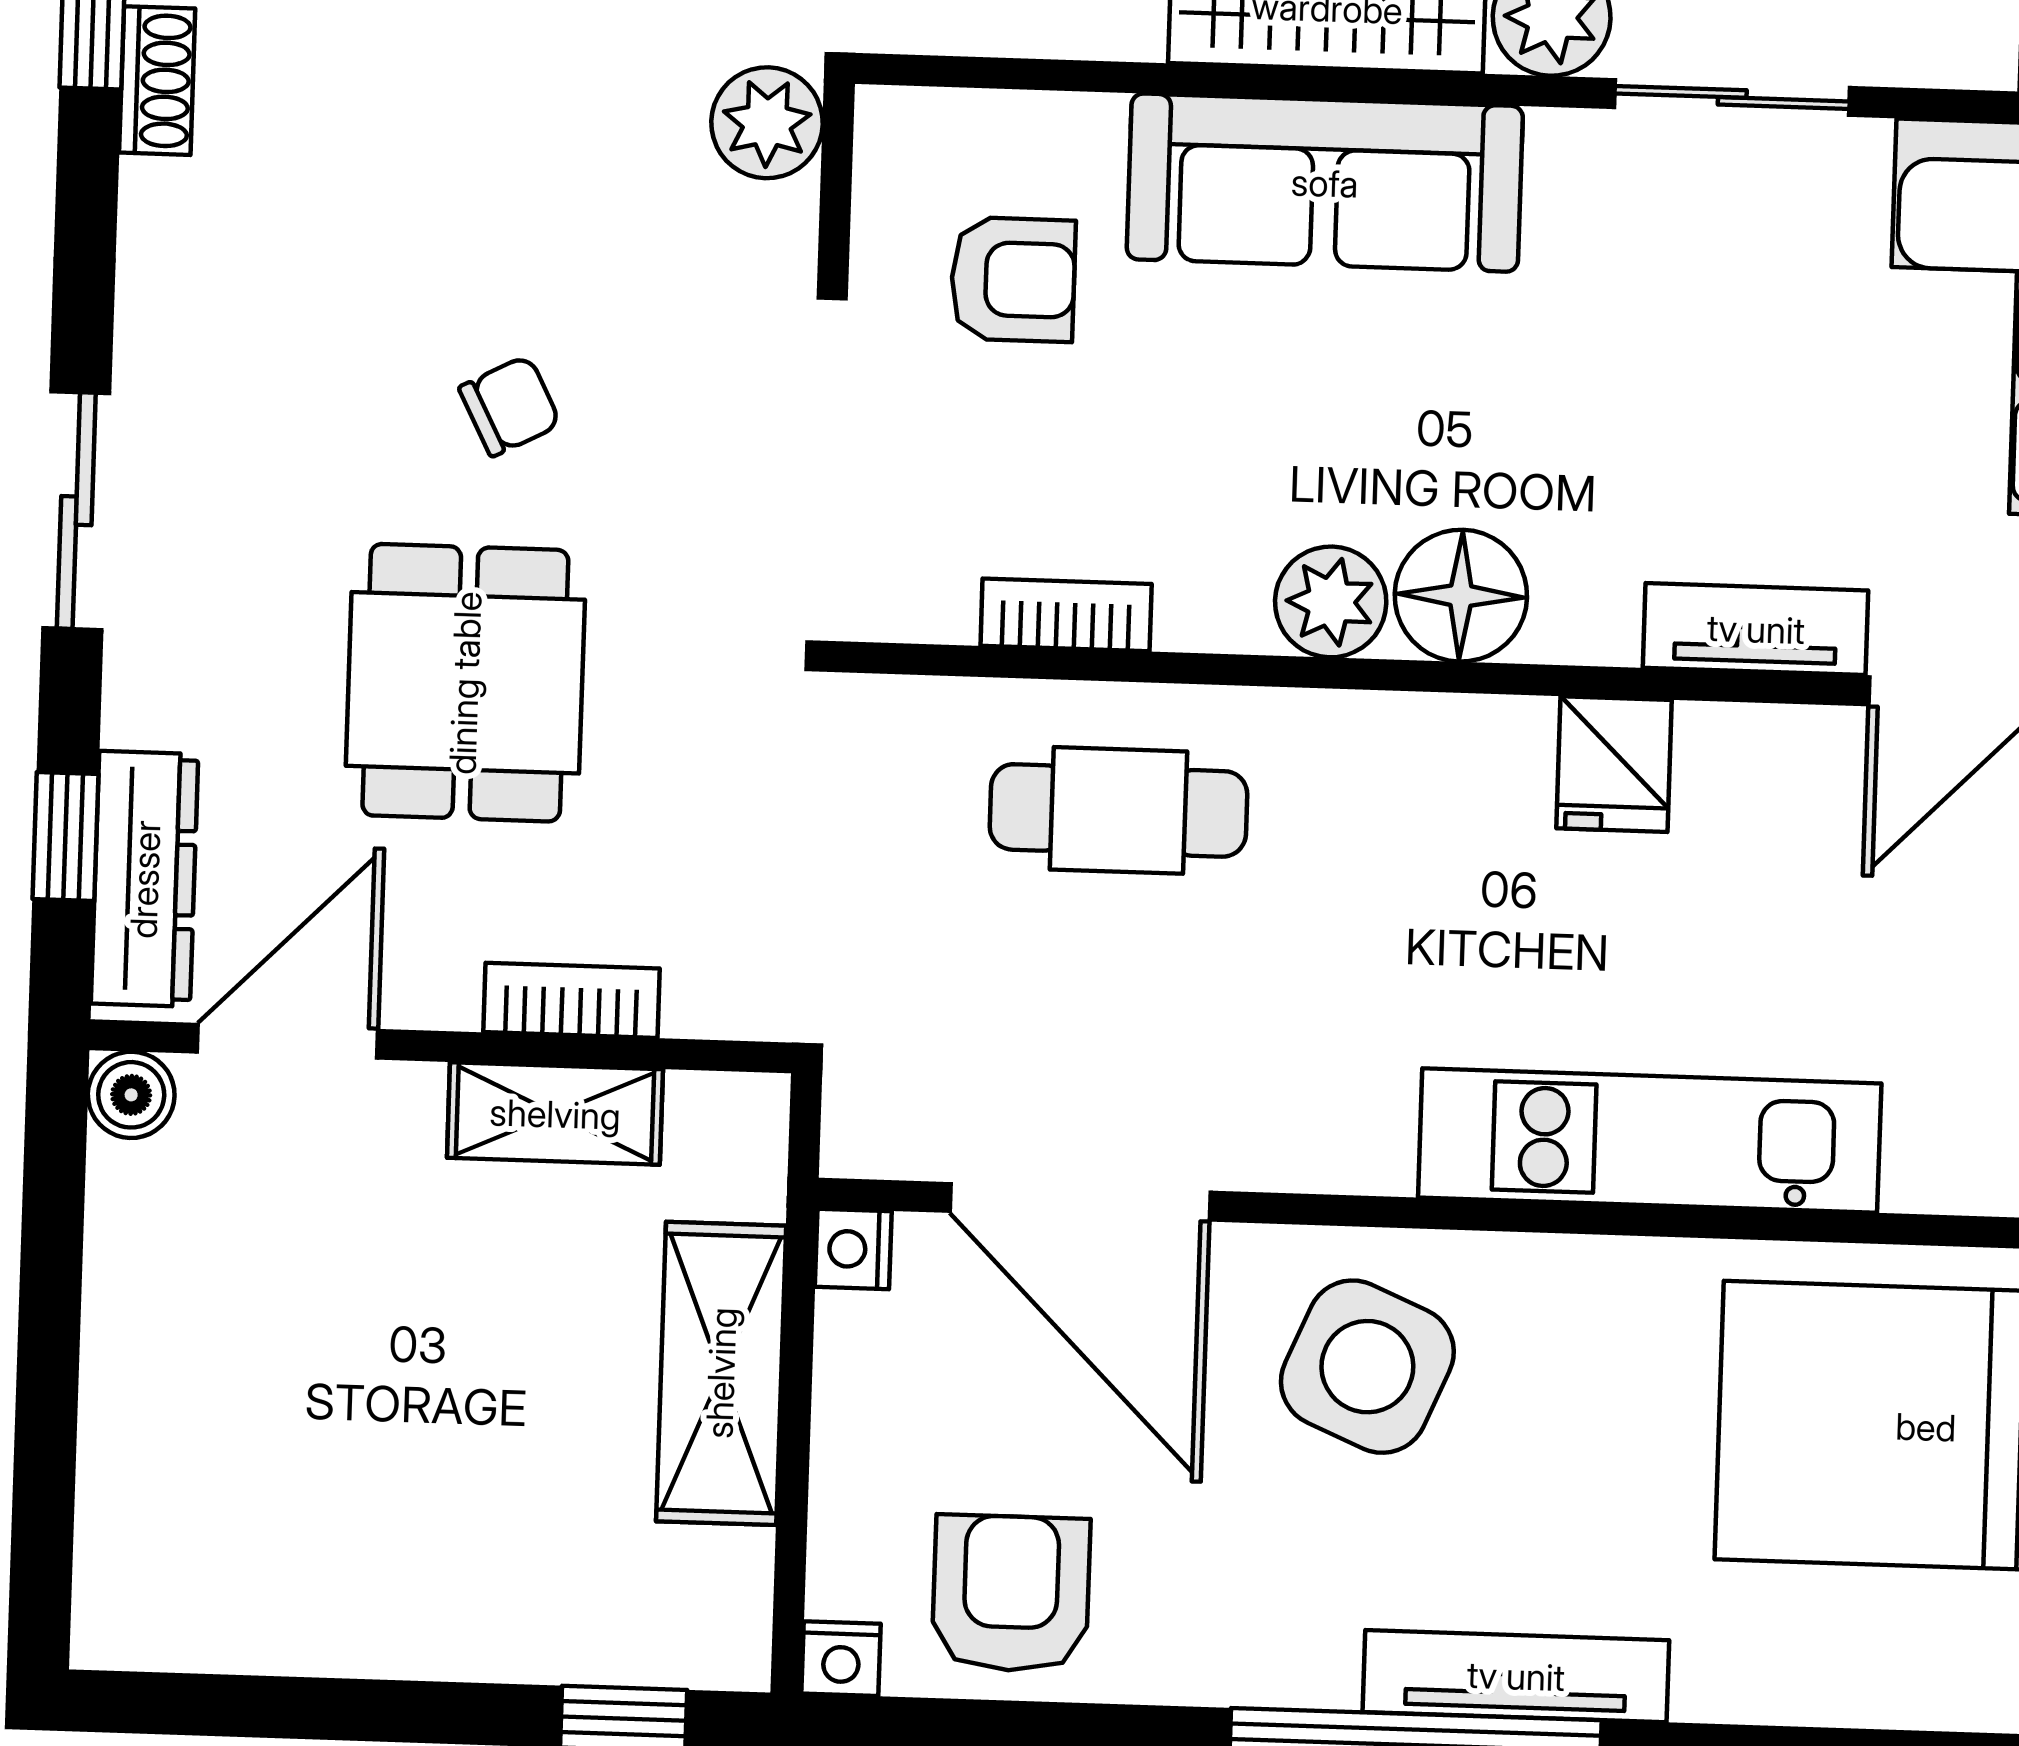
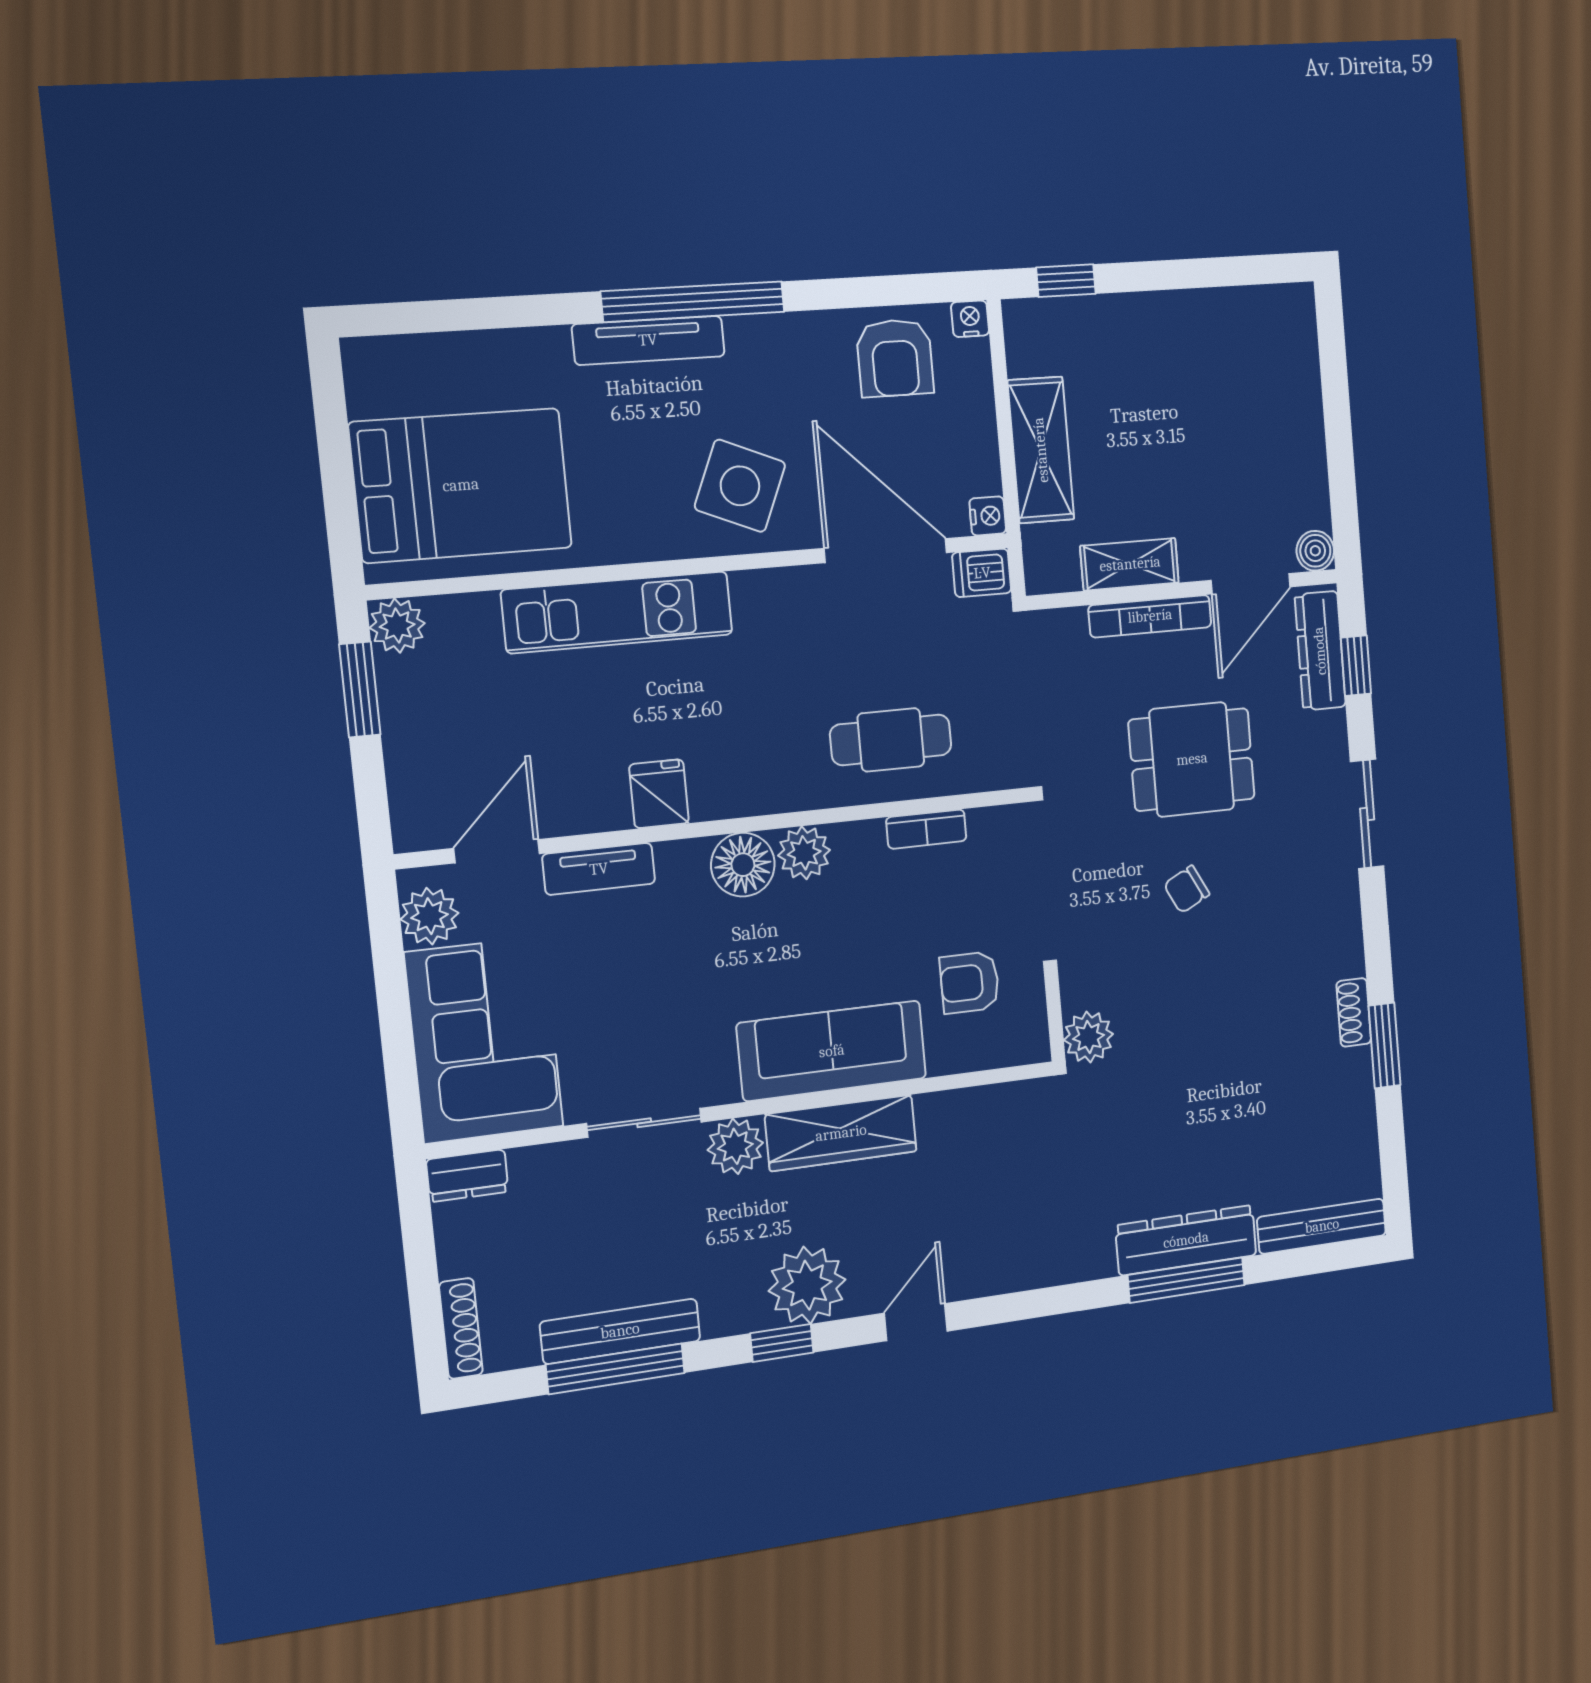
dining table: (465, 683) -> (1192, 759), turned 90
bookcase: (571, 1000) -> (1150, 616), width x1.56
dishwasher: (881, 1133) -> (982, 573), added

